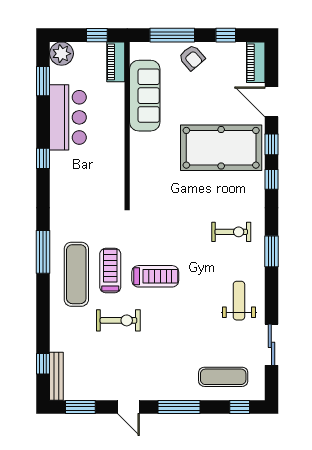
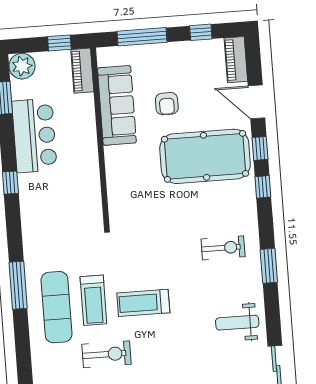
armchair: (192, 58) -> (167, 104), moved, turned 41
treadmill: (110, 271) -> (93, 300), turned 180
treadmill: (155, 276) -> (143, 303), turned 180
weight bench: (239, 301) -> (237, 323), turned -90

